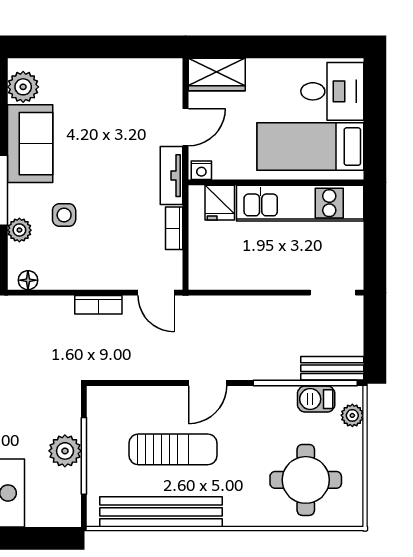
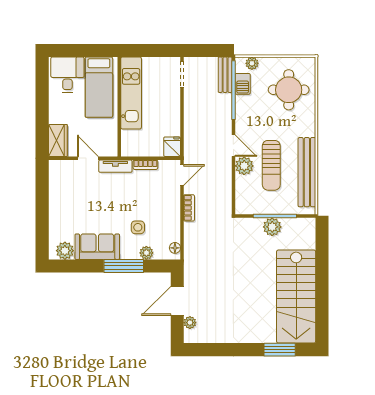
nightstand: (201, 170) -> (112, 149), removed
fridge: (220, 203) -> (172, 147), moved, turned -90
plant: (172, 402) -> (244, 166), added
sun lounger: (173, 449) -> (271, 165), turned 180

